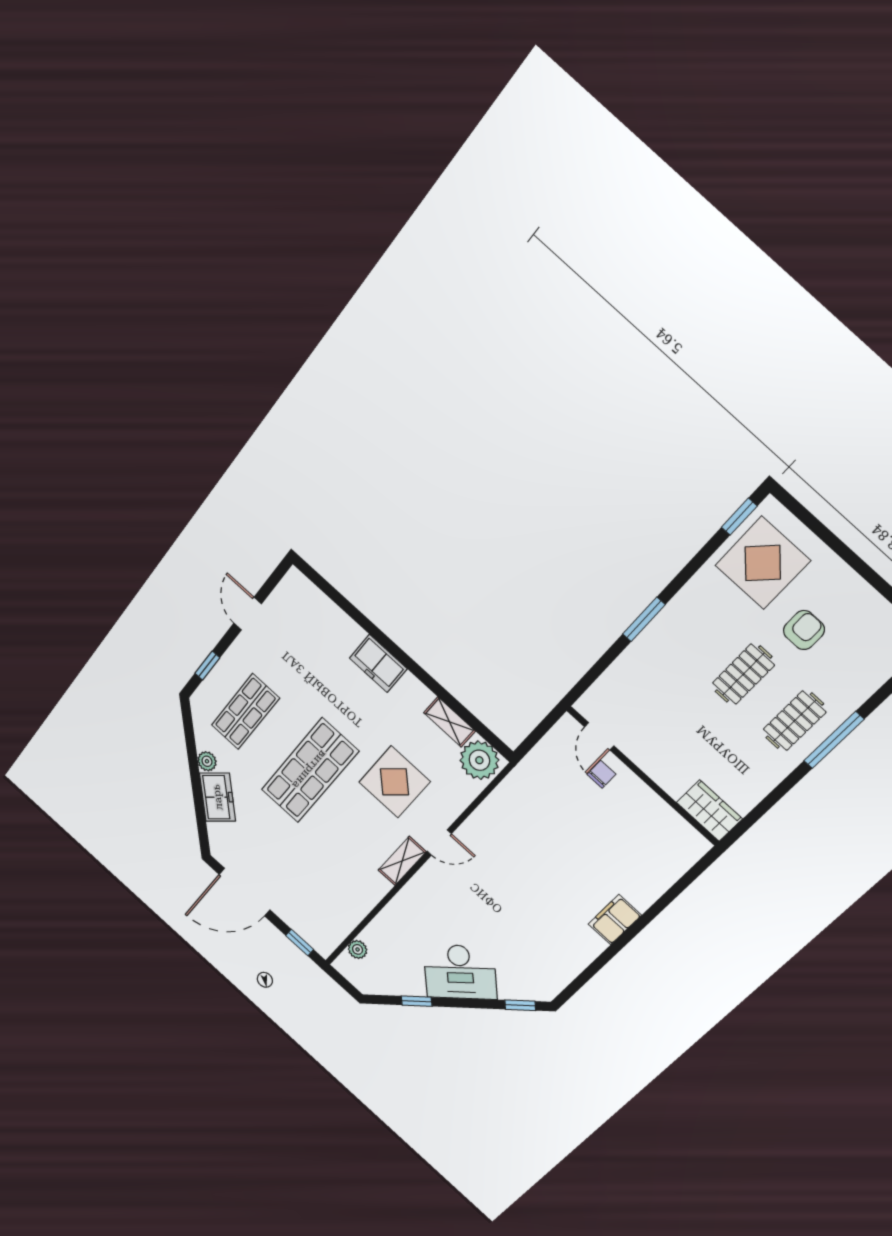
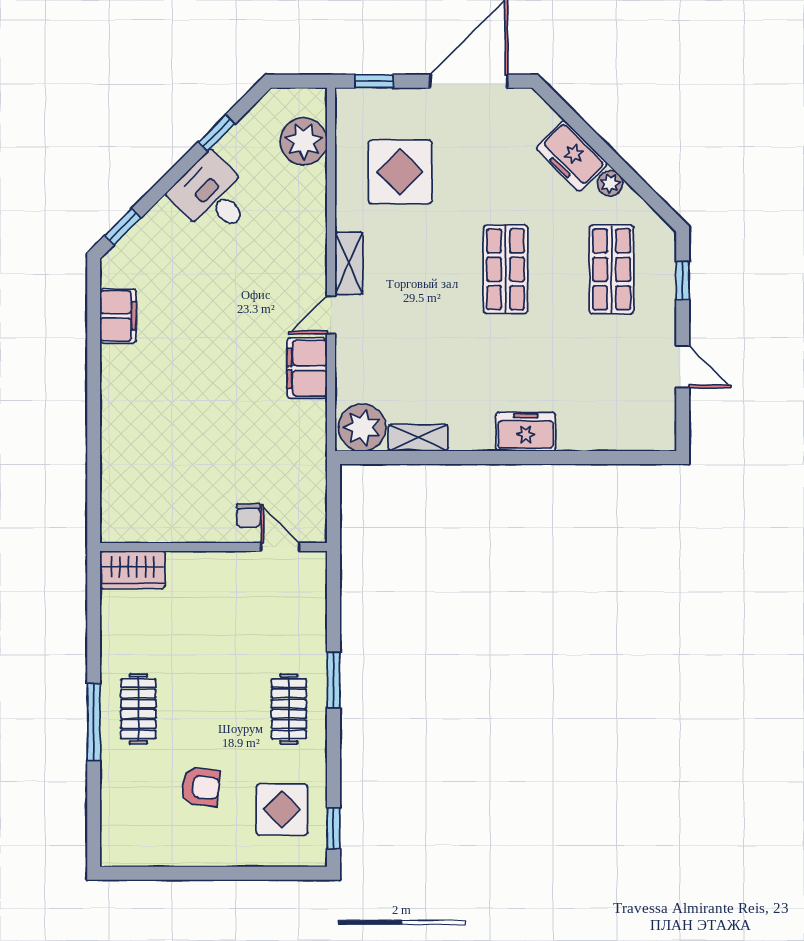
display table: (763, 563) -> (282, 809), width x0.73, depth x0.73
armchair: (804, 630) -> (201, 787), turned -84
clothes rail: (743, 674) -> (289, 709), moved
shop shelf: (310, 770) -> (506, 269), width x0.70, depth x0.74
display table: (395, 782) -> (400, 172), moved
filing cabinet: (482, 826) -> (307, 368), added
filing cabinet: (615, 920) -> (118, 316), moved
plant: (358, 949) -> (304, 141), width x1.88, depth x1.88
desk: (460, 972) -> (212, 196), width x0.73

